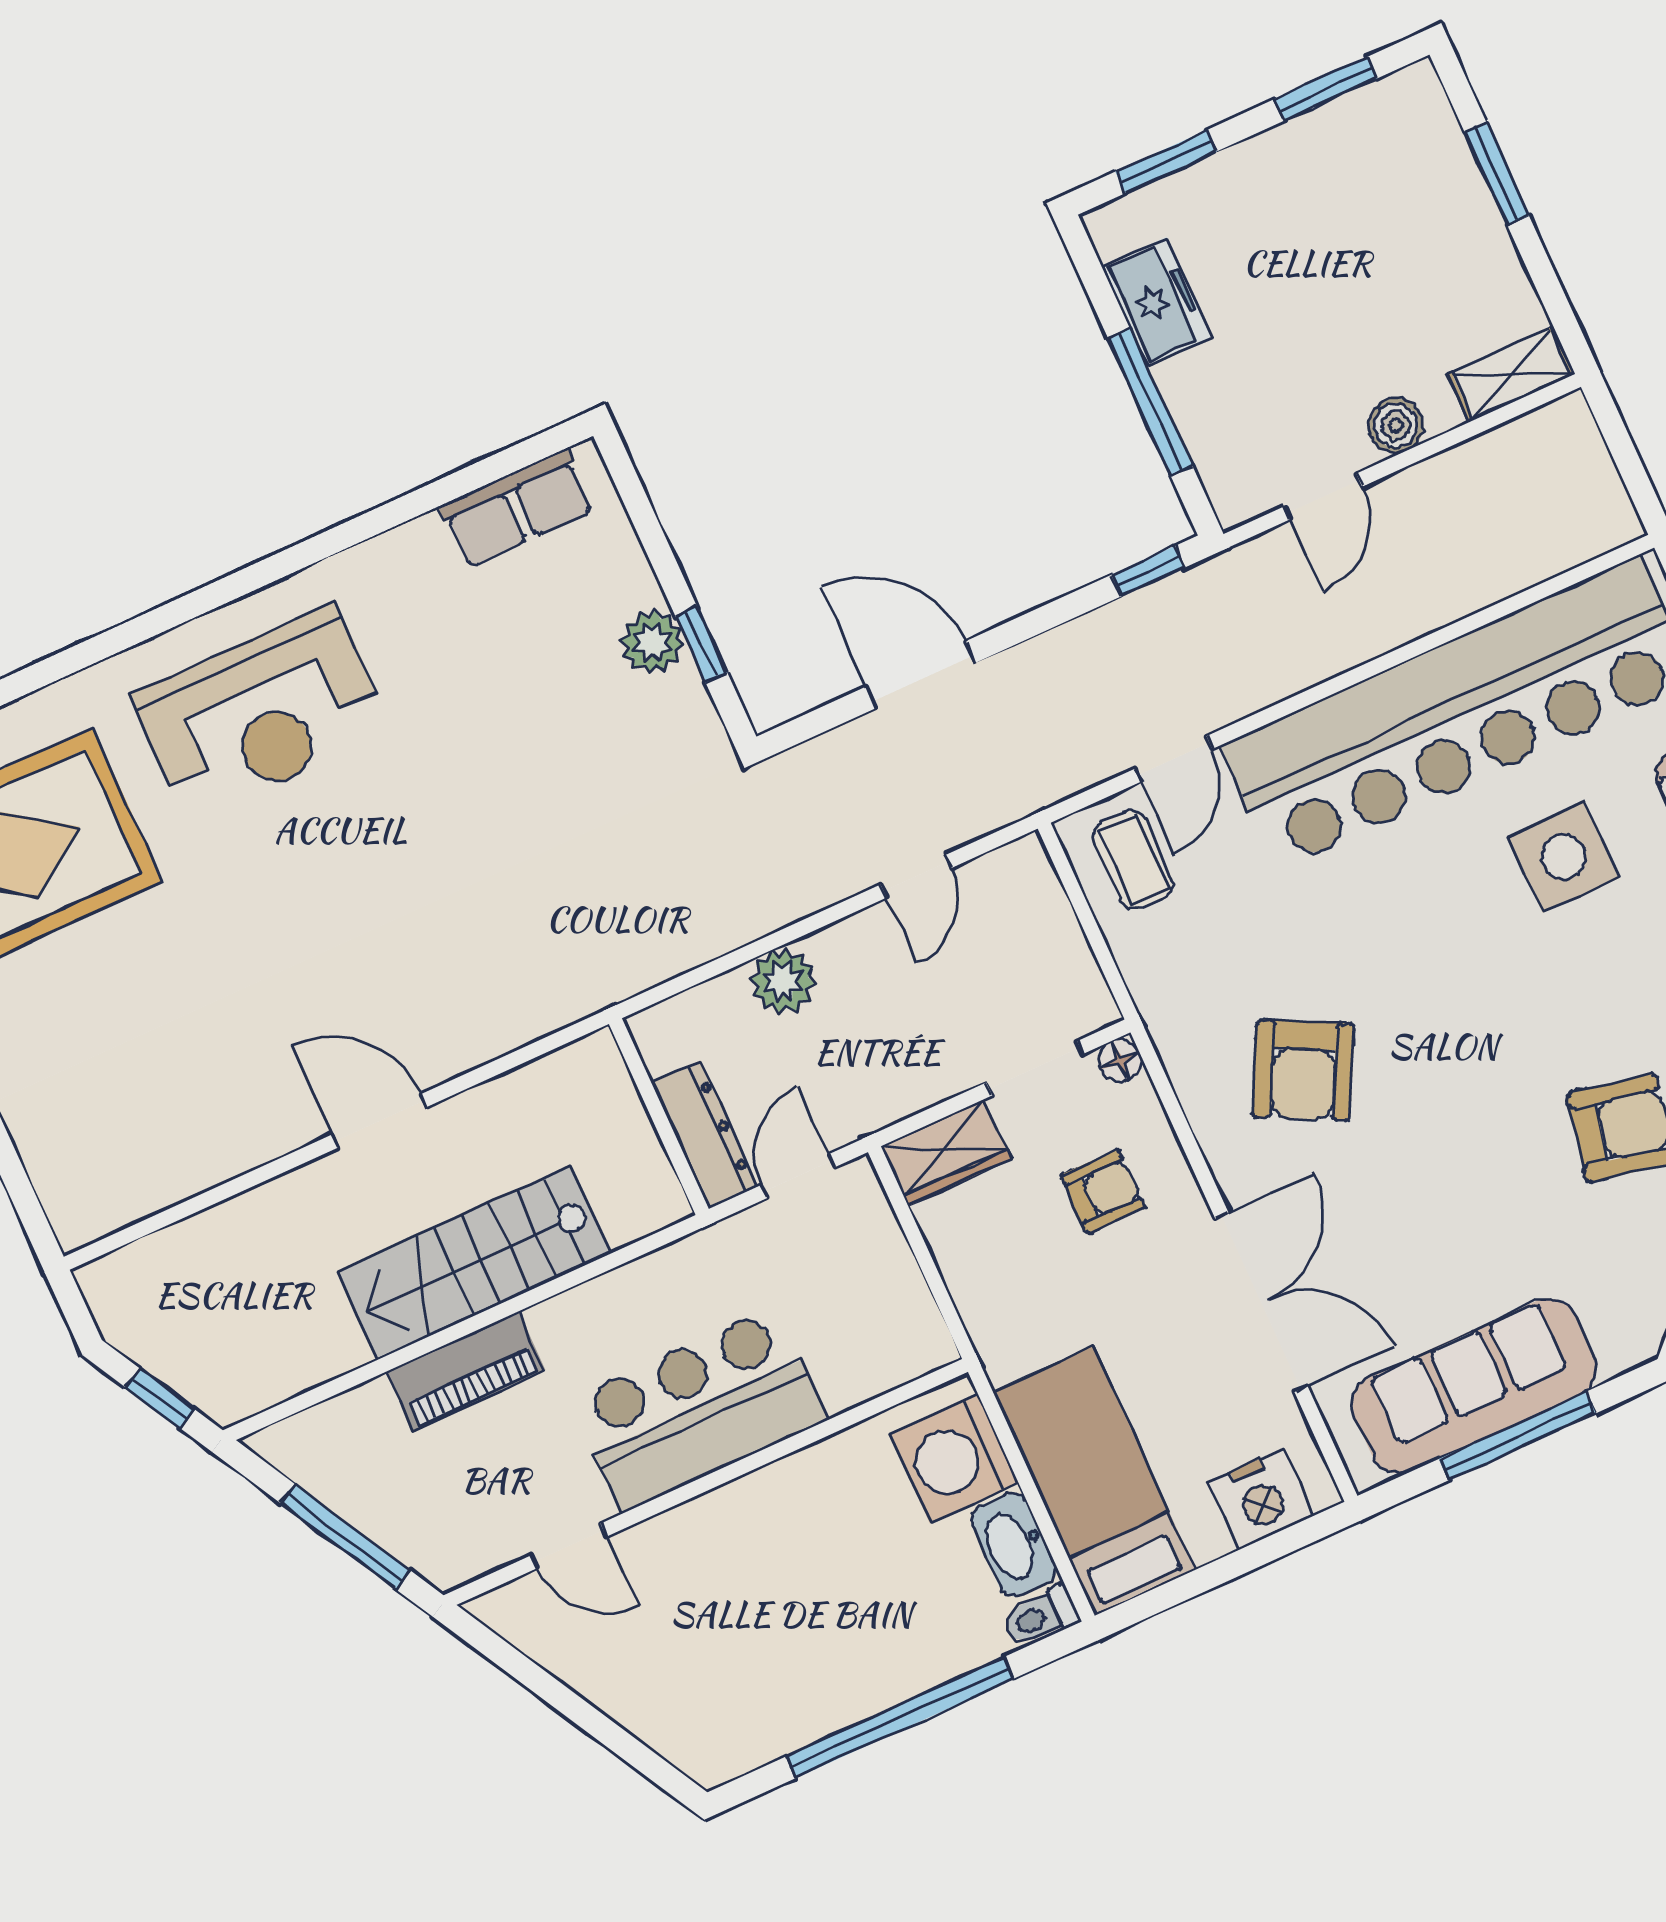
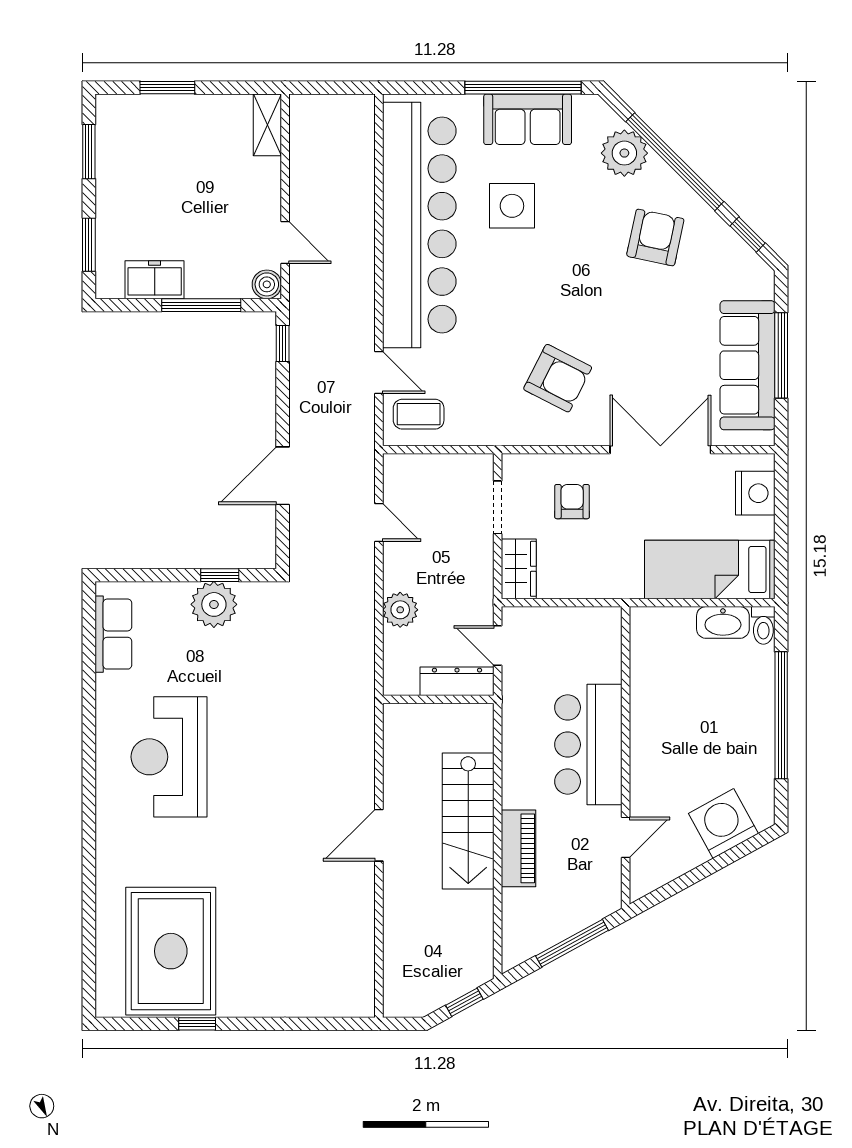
boiler: (1396, 426) -> (267, 284), moved
plant: (652, 642) -> (214, 604), width x1.36, depth x1.36
reception desk: (262, 713) -> (169, 757), moved, turned 180
floor lamp: (1120, 1060) -> (513, 465), removed
washing machine: (954, 1459) -> (723, 824), moved, turned 151

